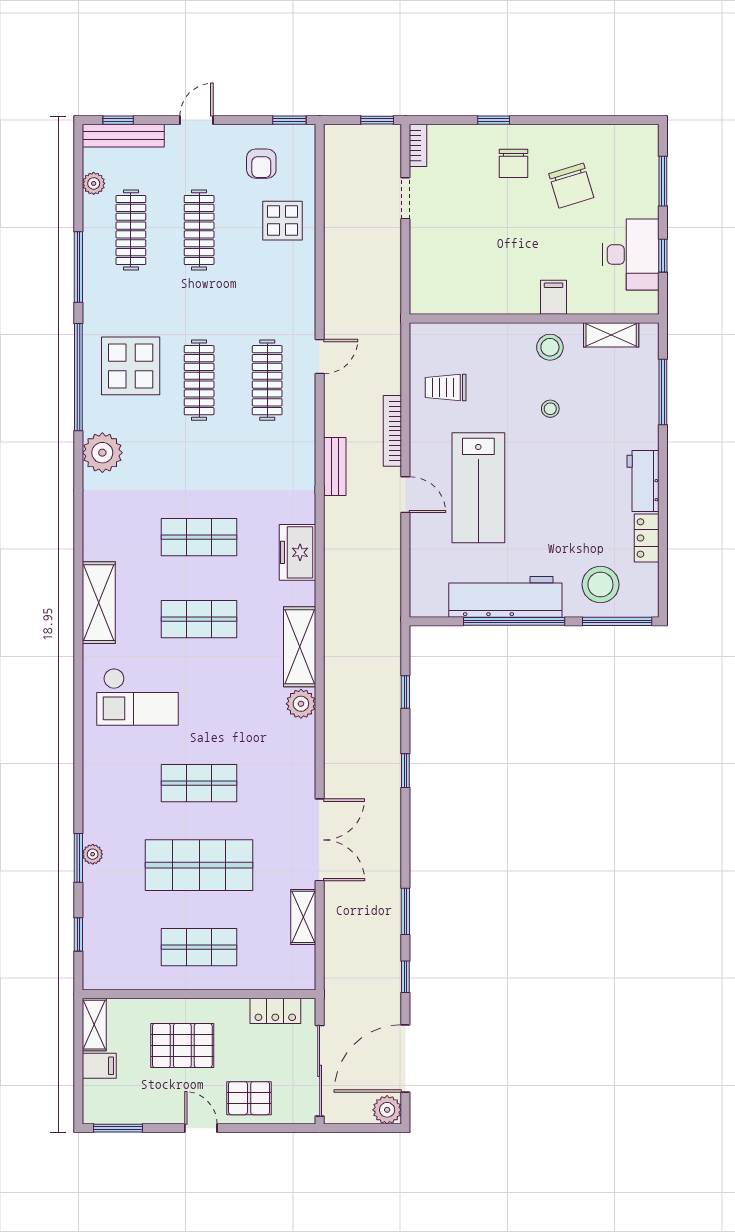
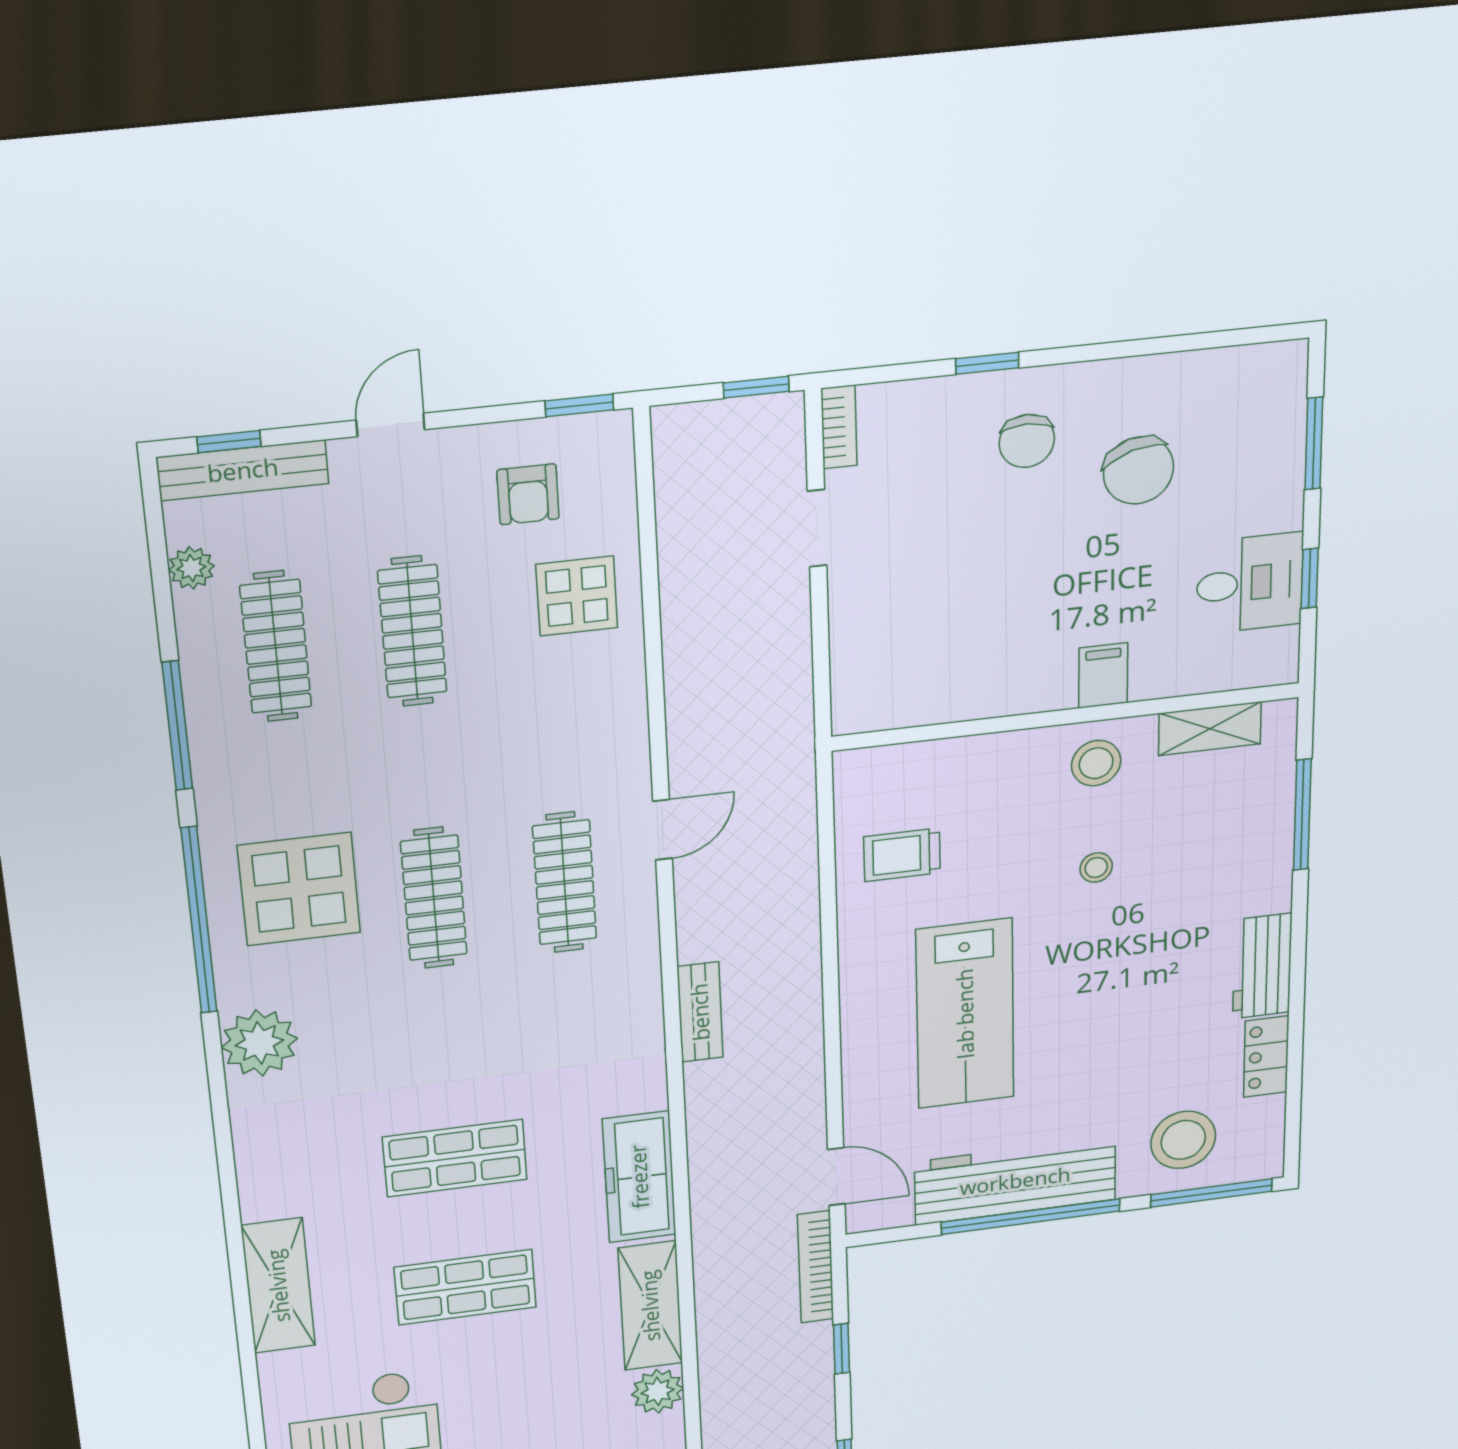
desk: (631, 255) -> (1250, 583), width x0.73
bookcase: (392, 431) -> (816, 1267), moved
door: (405, 495) -> (836, 1177), moved
freezer: (297, 552) -> (639, 1177), width x1.40

